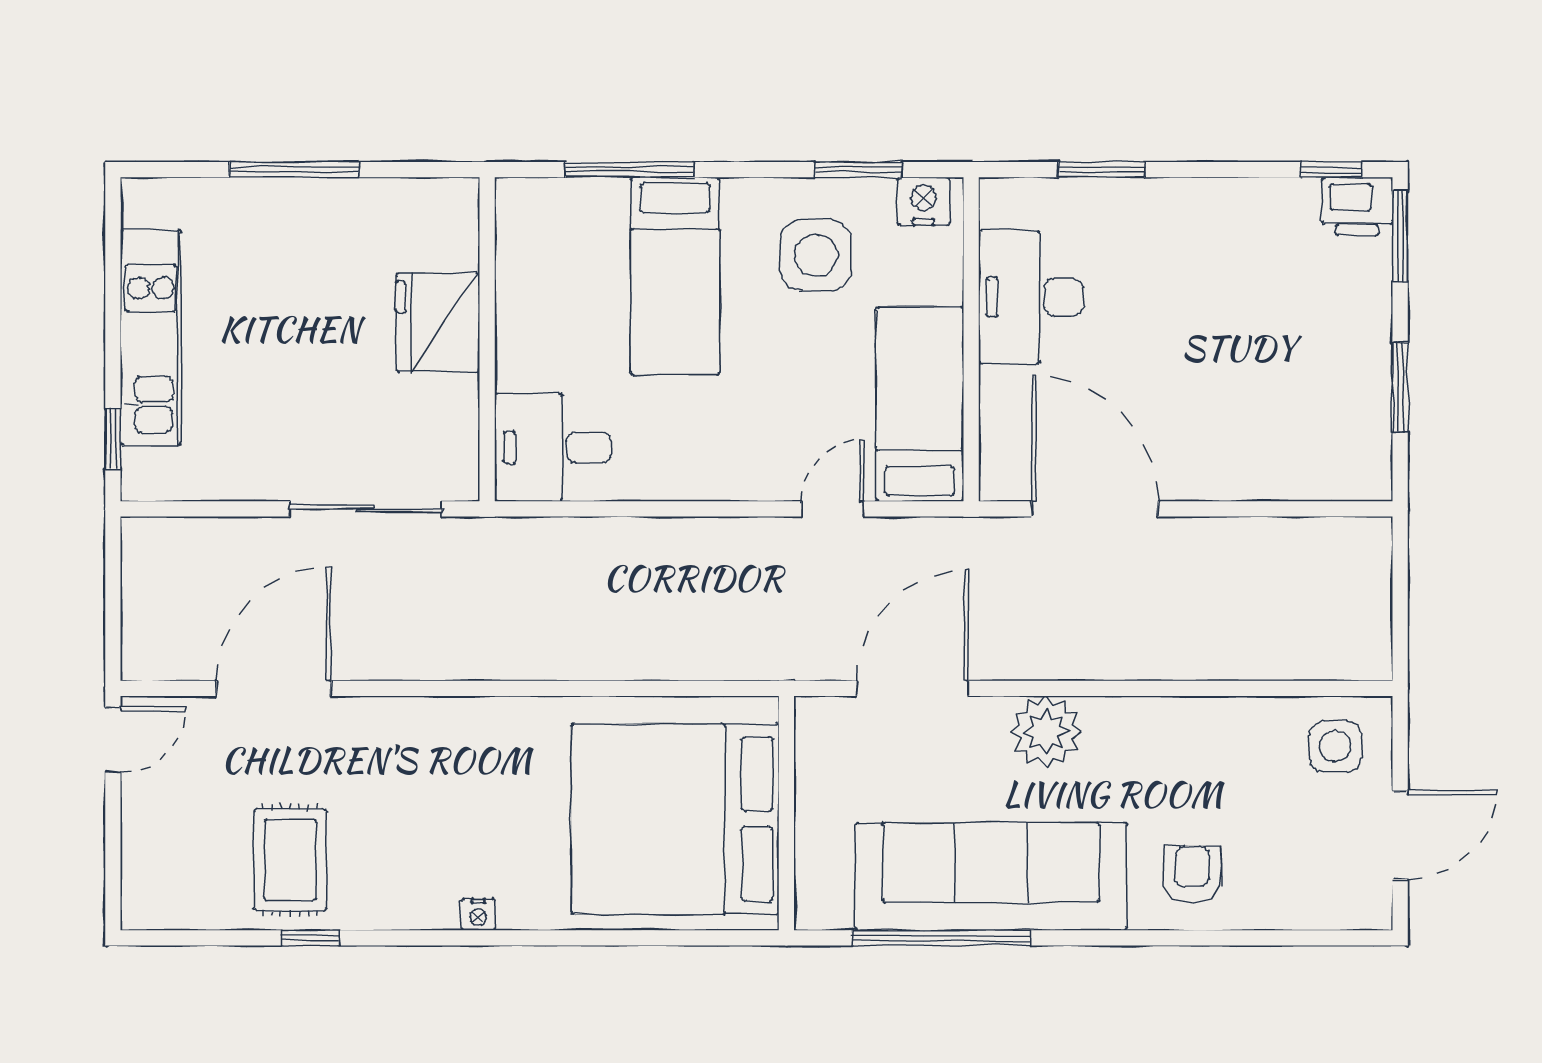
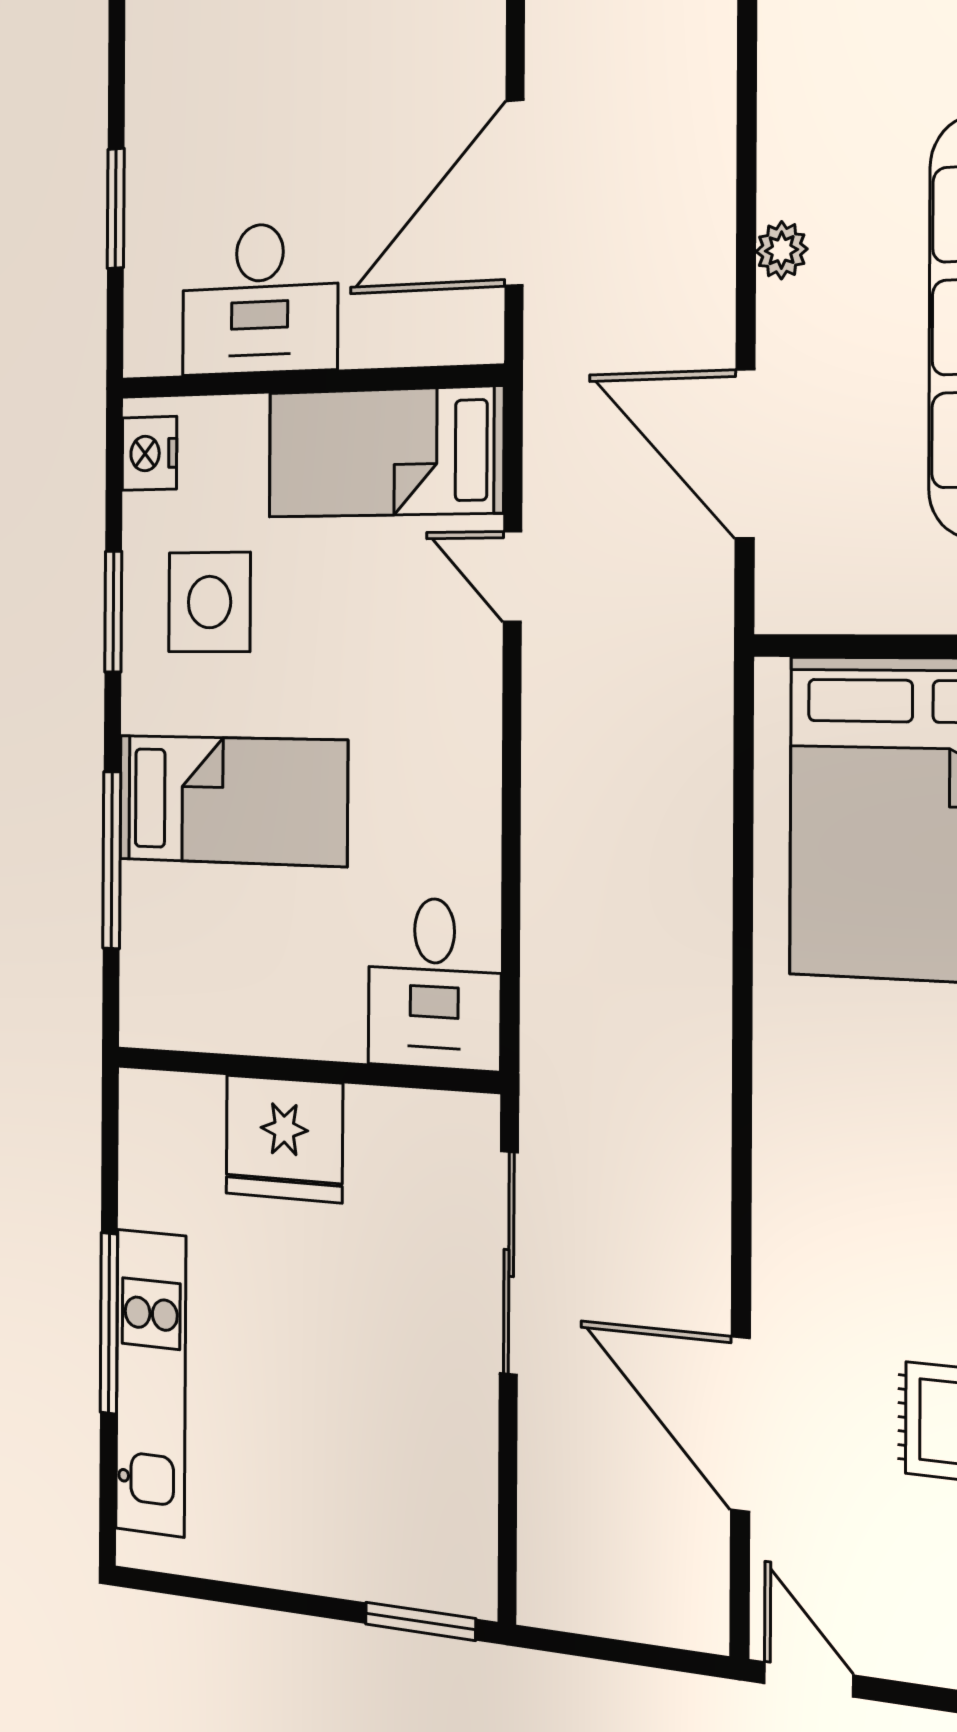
window: (858, 170) -> (113, 612), moved
kitchen unit: (151, 338) -> (151, 1383), moved, turned 90
window: (113, 439) -> (420, 1621), width x1.50
plant: (1046, 732) -> (782, 250), width x0.53, depth x0.53

